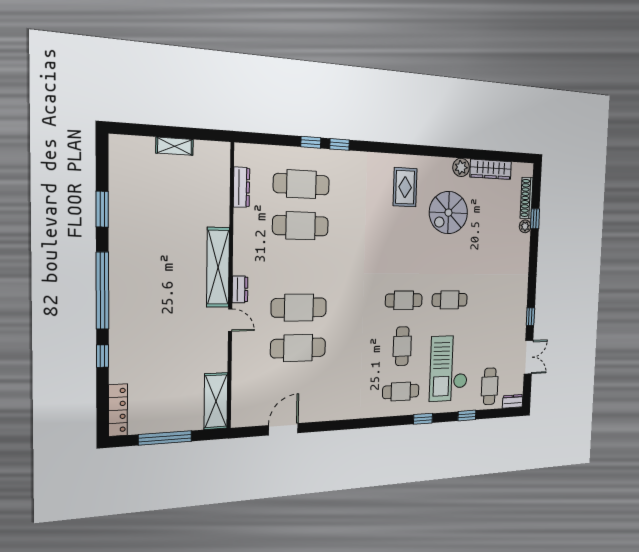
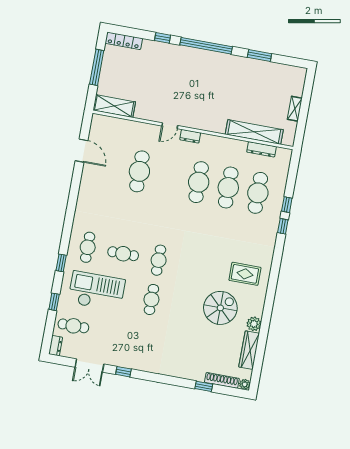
spiral stairs: (448, 213) -> (220, 308), turned 90
plant: (525, 226) -> (245, 384), moved
shelving: (218, 267) -> (254, 132), moved
cafe table: (299, 308) -> (199, 182), moved

